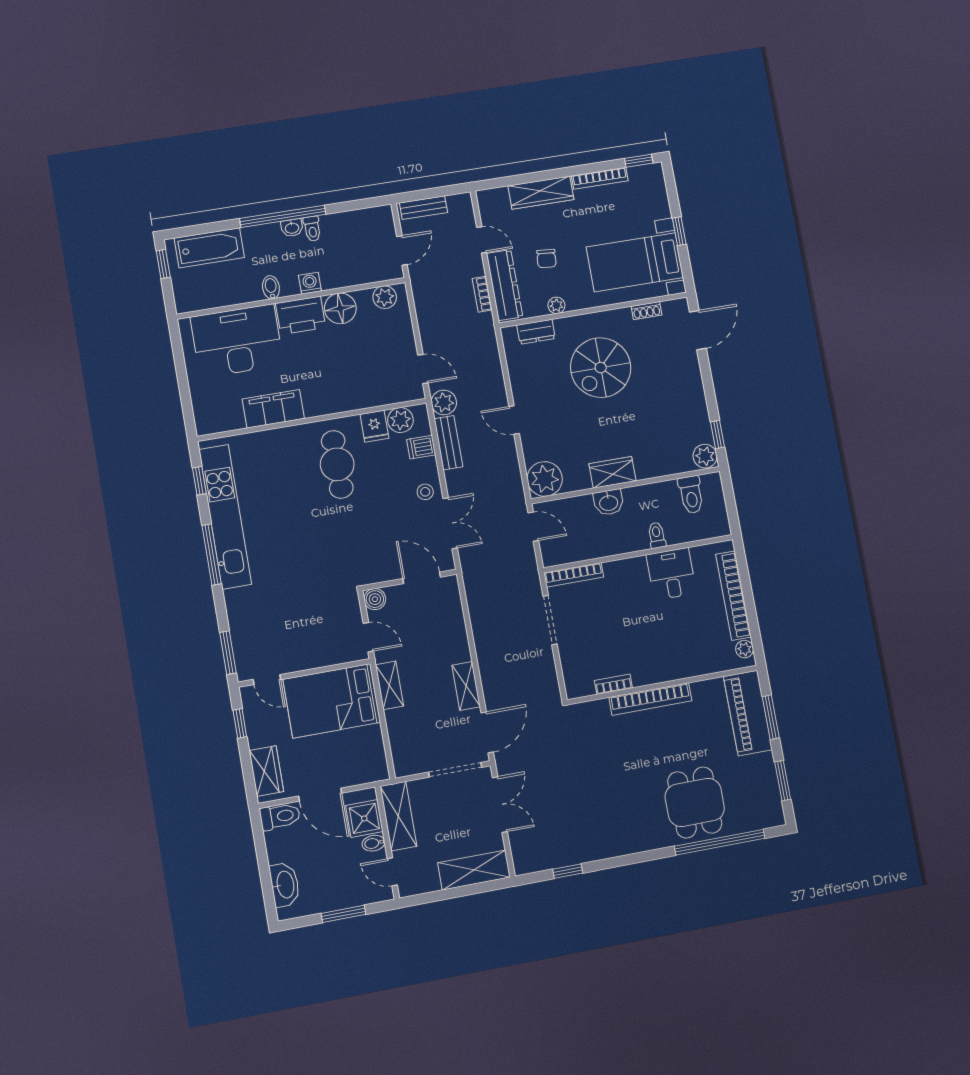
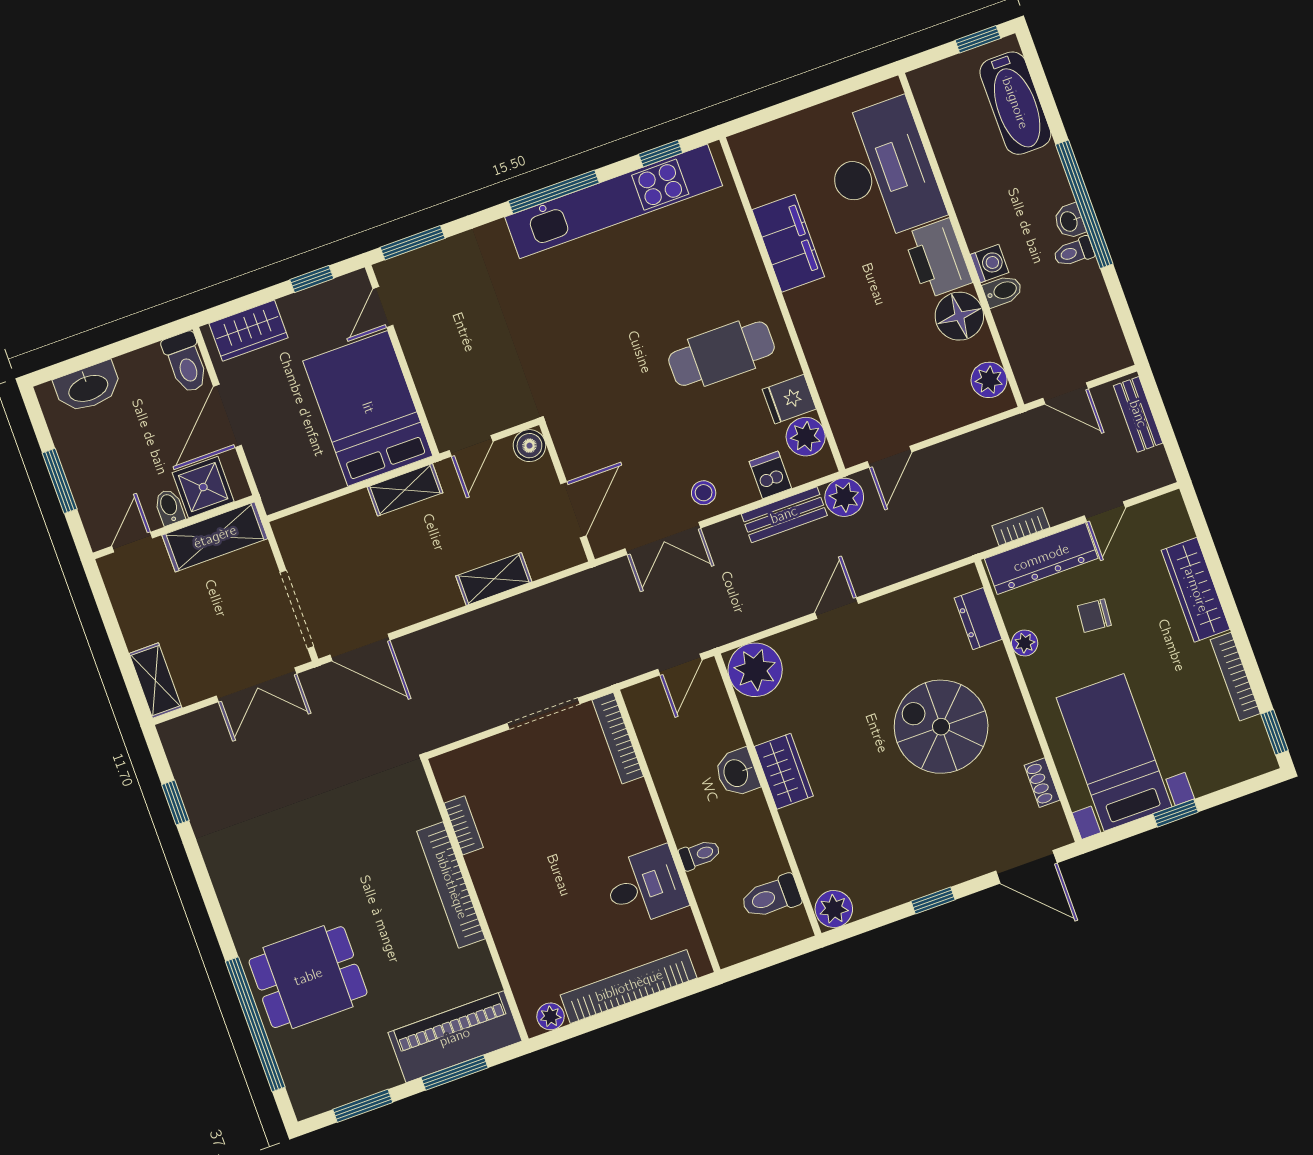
bidet: (271, 287) -> (1003, 291), moved
window: (718, 434) -> (933, 900), moved
shelving: (466, 686) -> (494, 579), moved
shelving: (474, 870) -> (155, 681), width x0.67, depth x0.75

